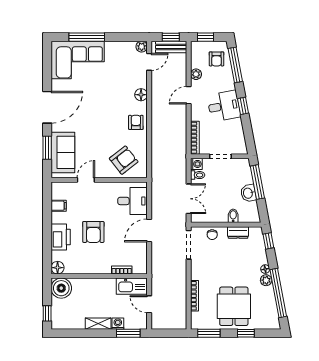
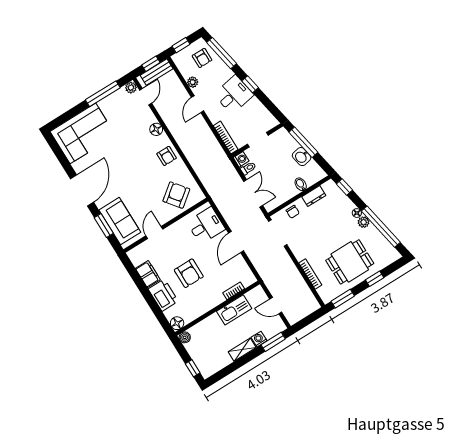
window: (87, 37) -> (103, 94), moved
armchair: (136, 122) -> (167, 156), turned 180
filing cabinet: (59, 206) -> (148, 274), width x2.00
kitchen sink: (132, 286) -> (234, 310), moved
boiler: (61, 288) -> (185, 337), width x0.54, depth x0.54
dining table: (234, 306) -> (350, 262), turned 90

